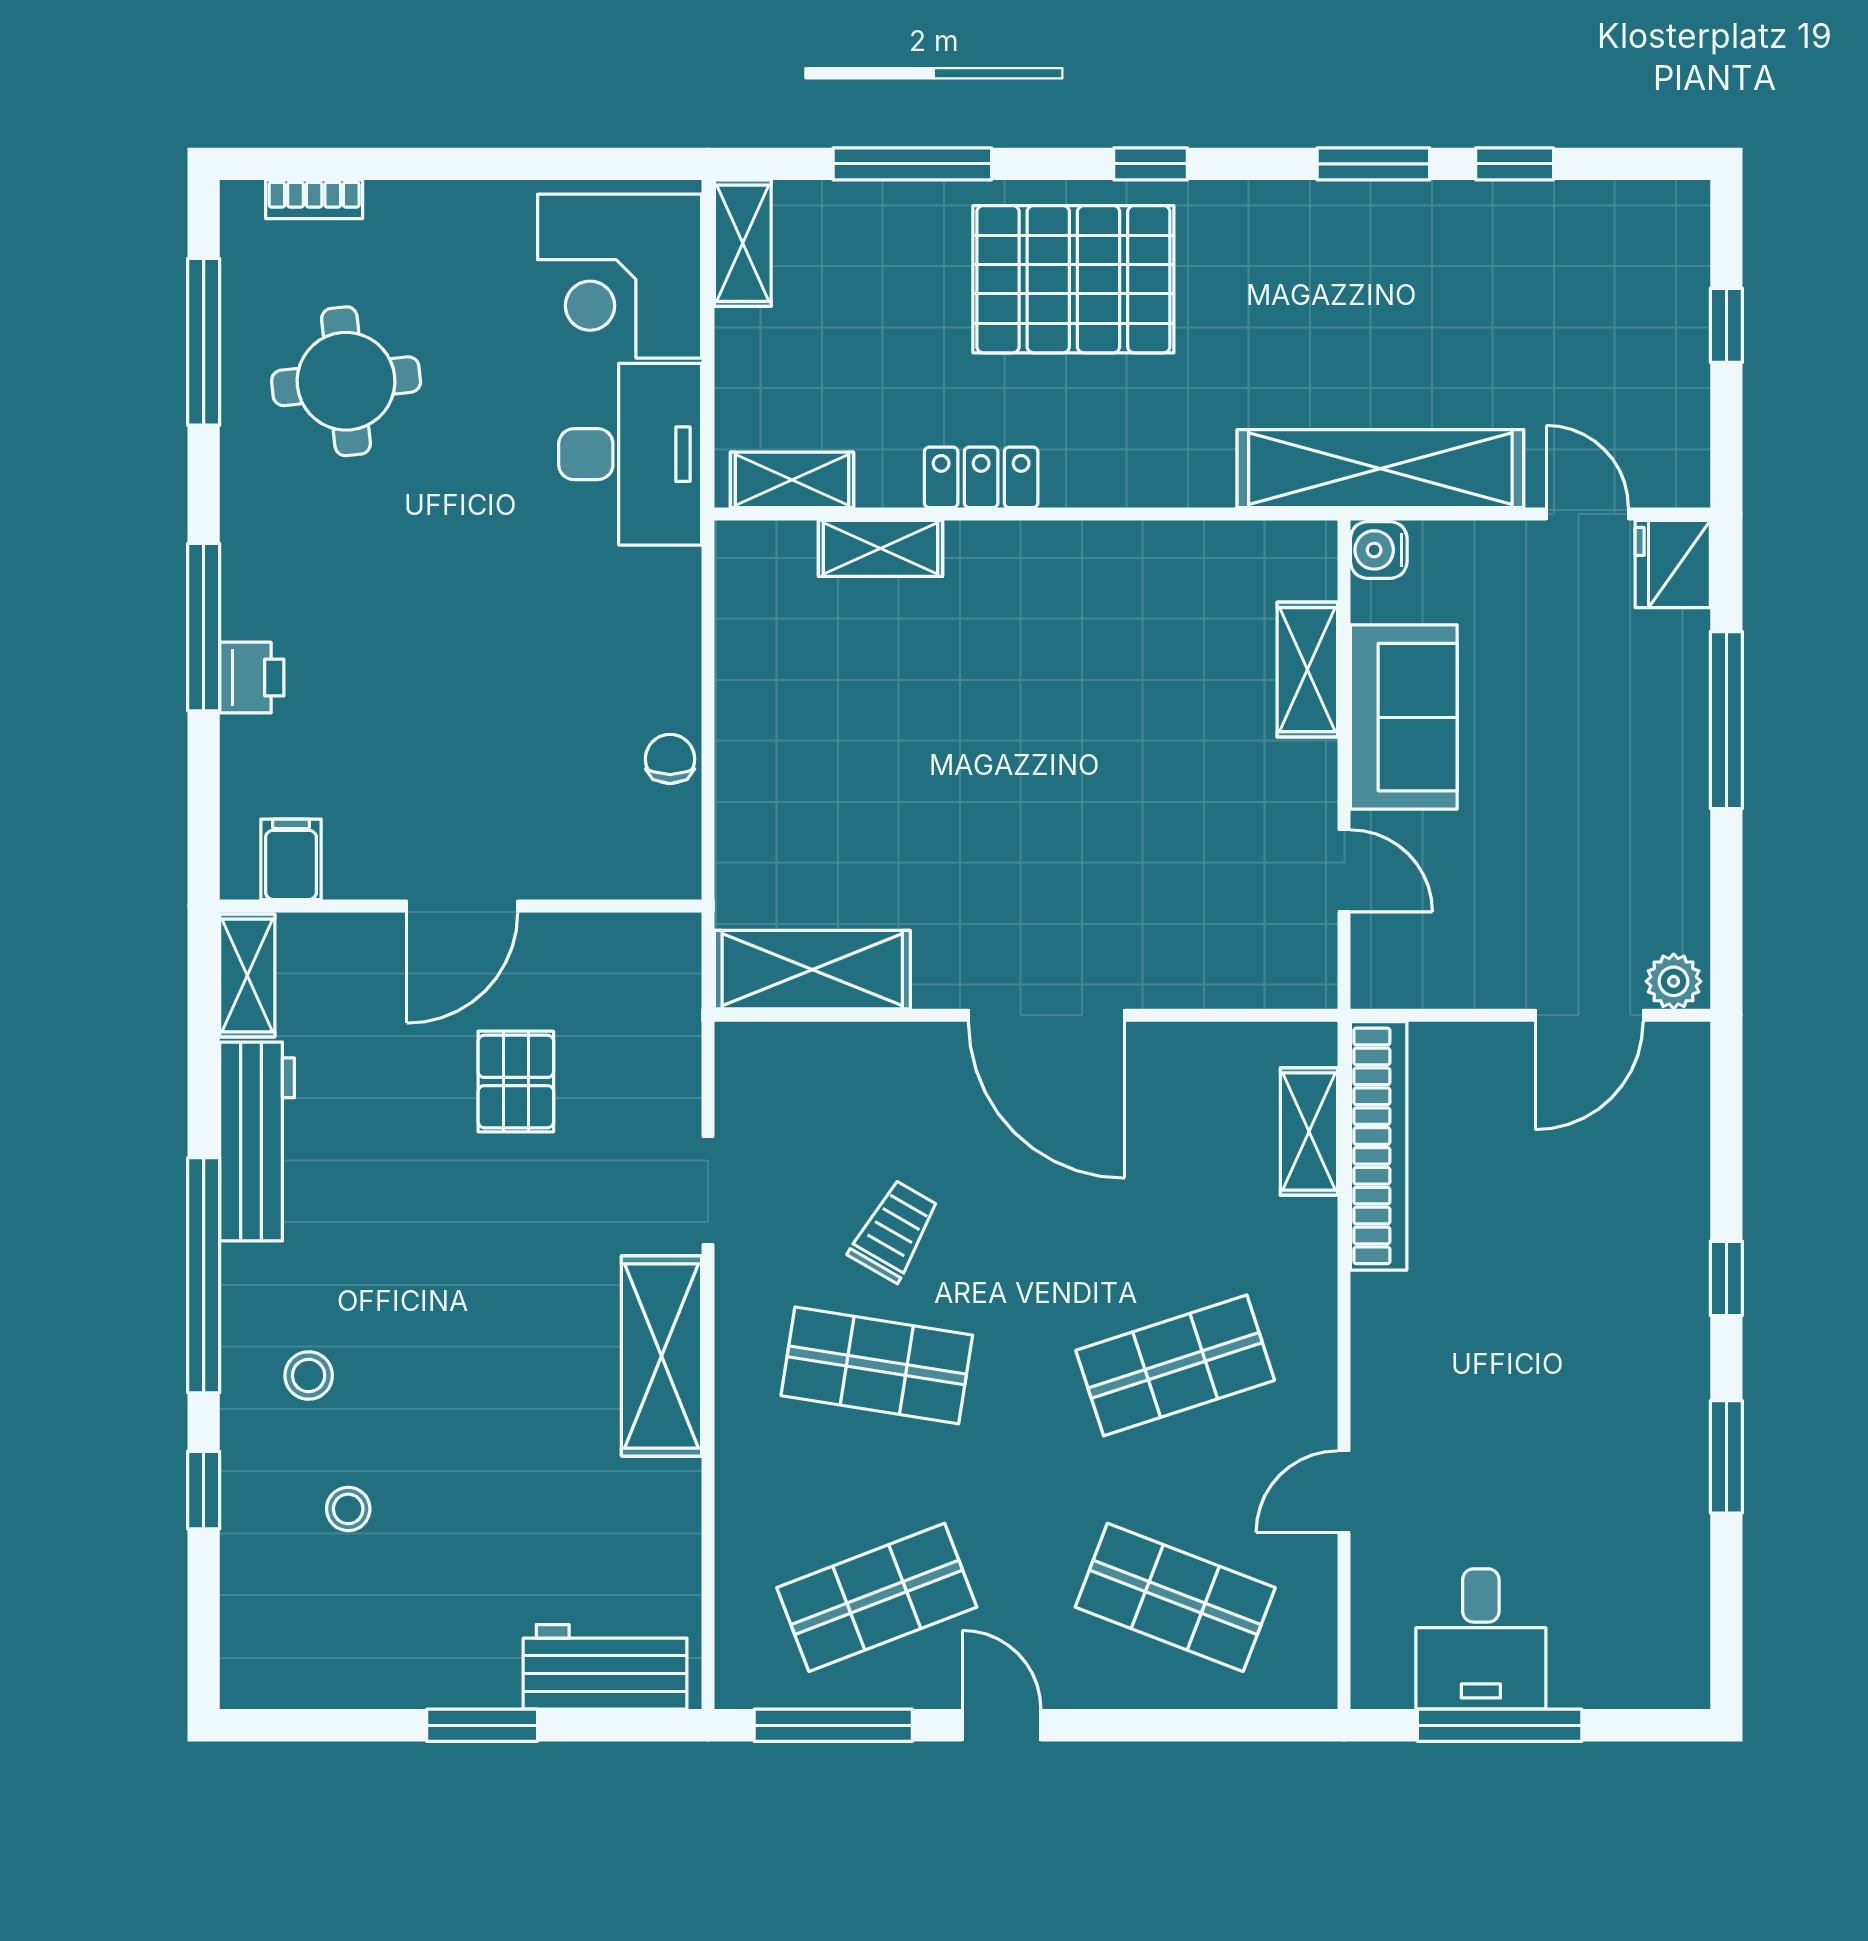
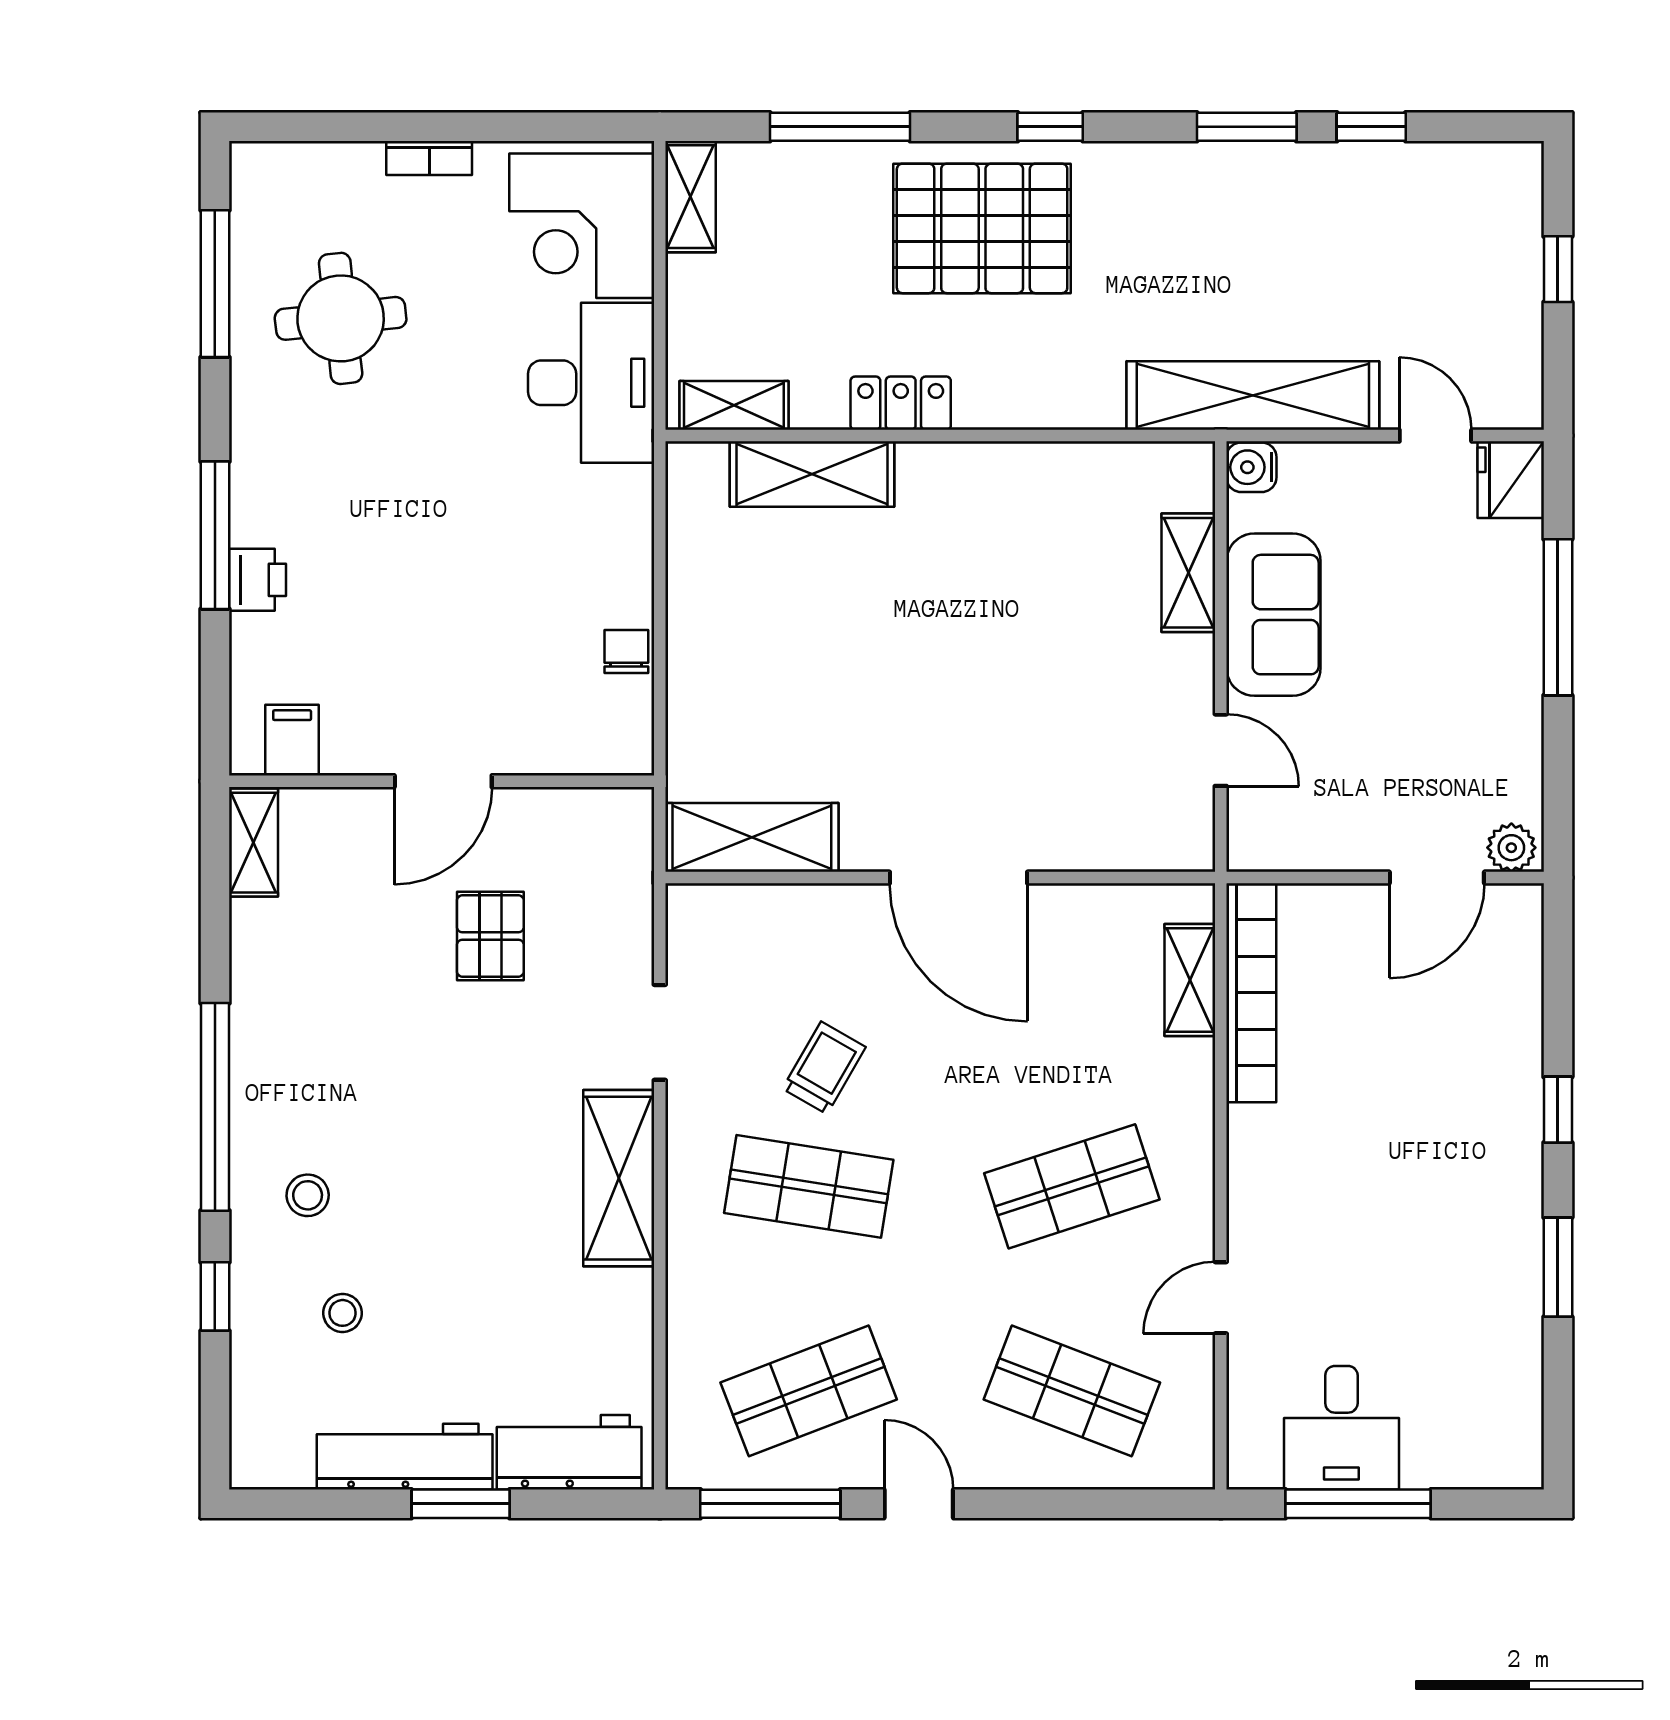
bookcase: (314, 199) -> (429, 158), moved
shelving: (880, 548) -> (812, 474), width x1.50, depth x1.33
workbench: (257, 1141) -> (405, 1457), moved, turned -90

